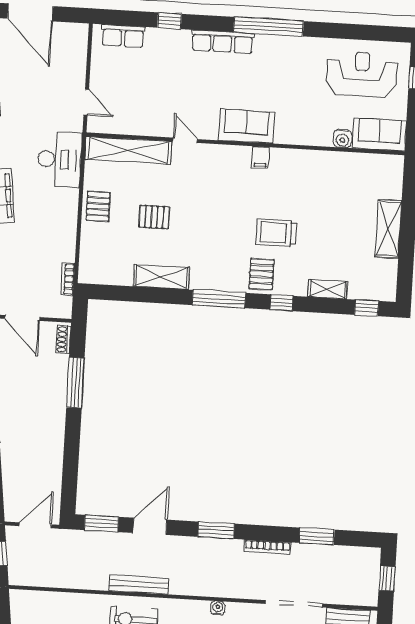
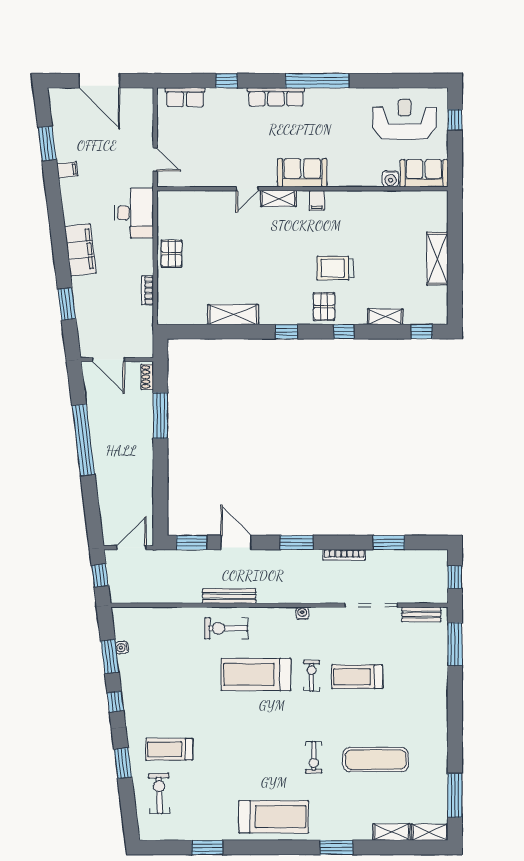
door: (185, 140) -> (247, 189), swing flipped
shelving: (128, 150) -> (278, 199), moved, width x0.45, depth x0.75
pallet: (154, 217) -> (223, 260), removed
bookcase: (67, 279) -> (148, 290), moved
window: (219, 299) -> (287, 332), width x0.46
door: (150, 526) -> (236, 543), hinge flipped

